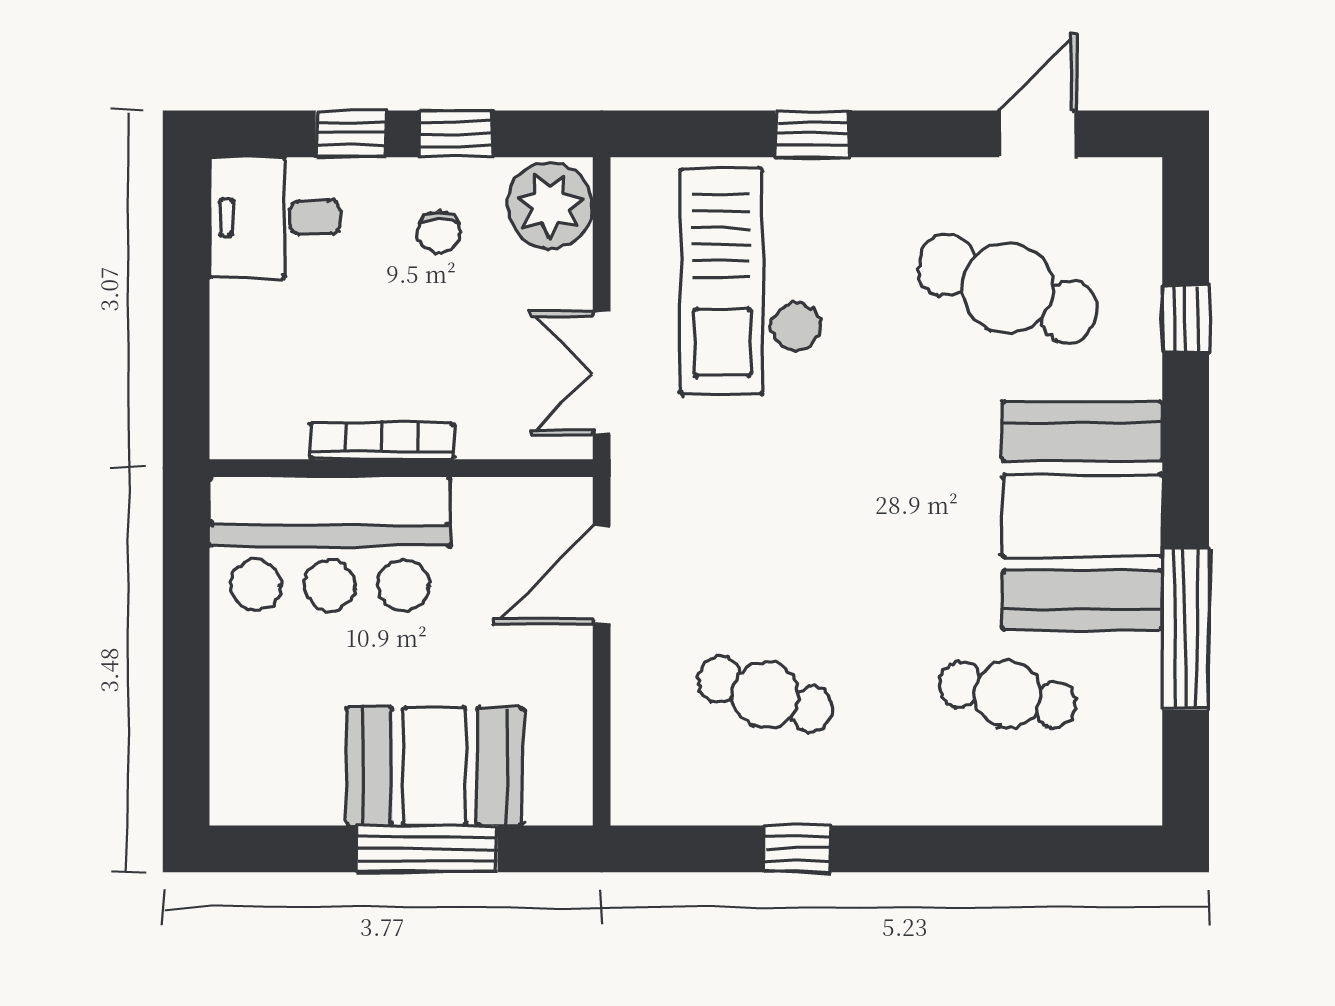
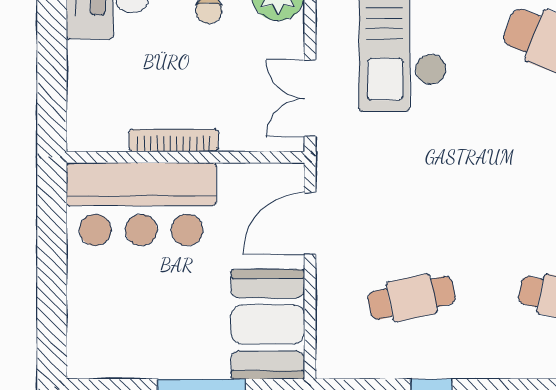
cafe table: (765, 695) -> (412, 298), turned -30
booth: (435, 766) -> (268, 324), moved, turned 90

